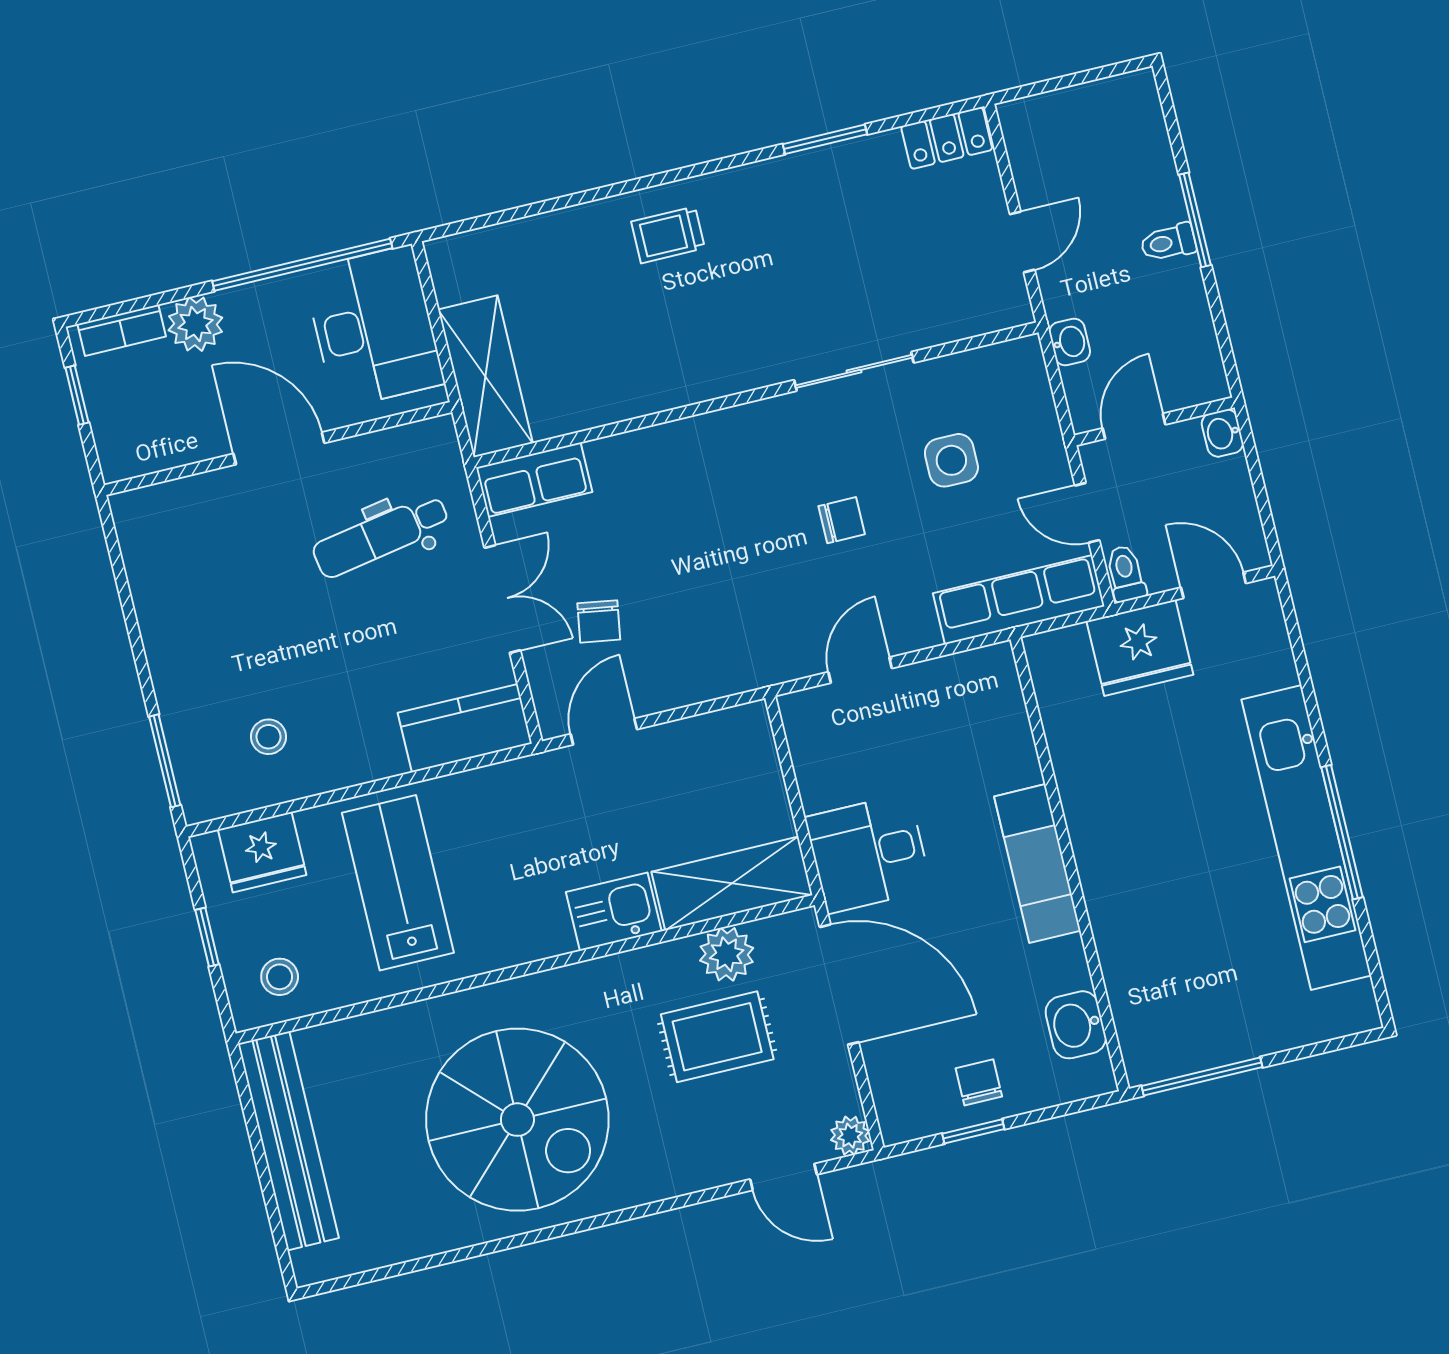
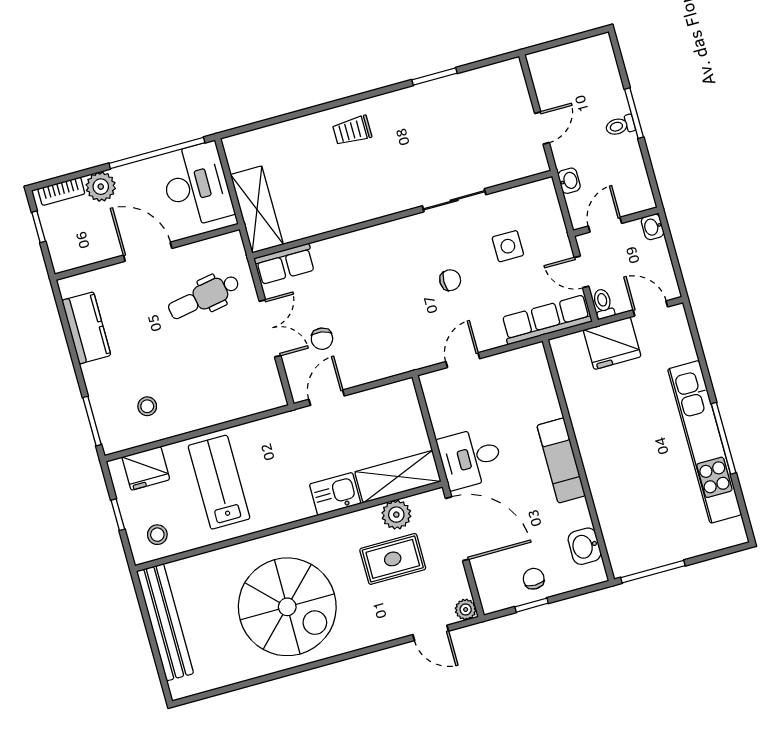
locker: (947, 138) -> (500, 74), removed
kitchen counter: (465, 728) -> (86, 328), moved, turned 90

